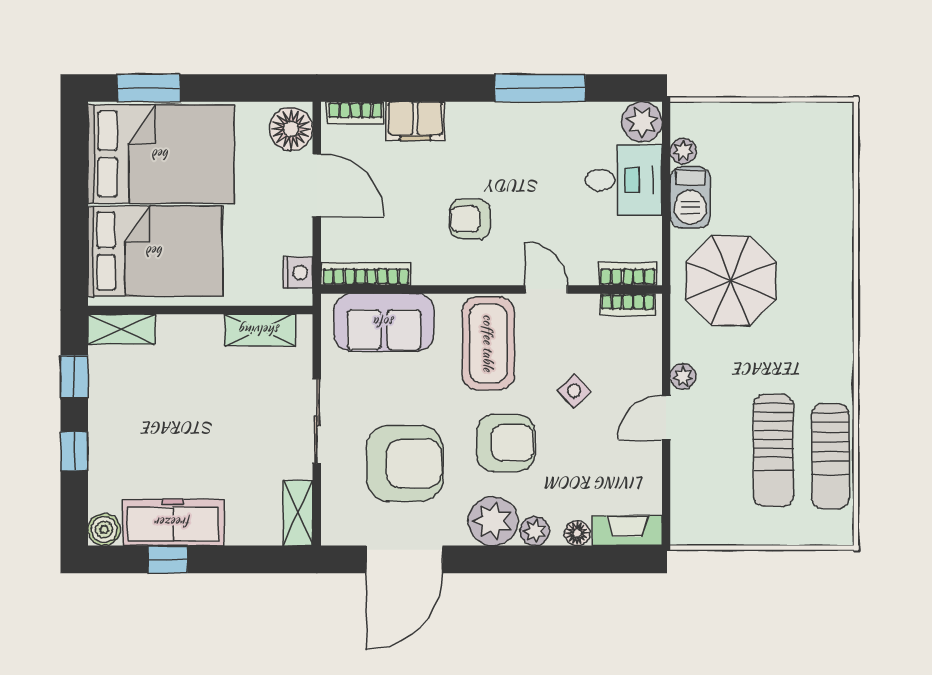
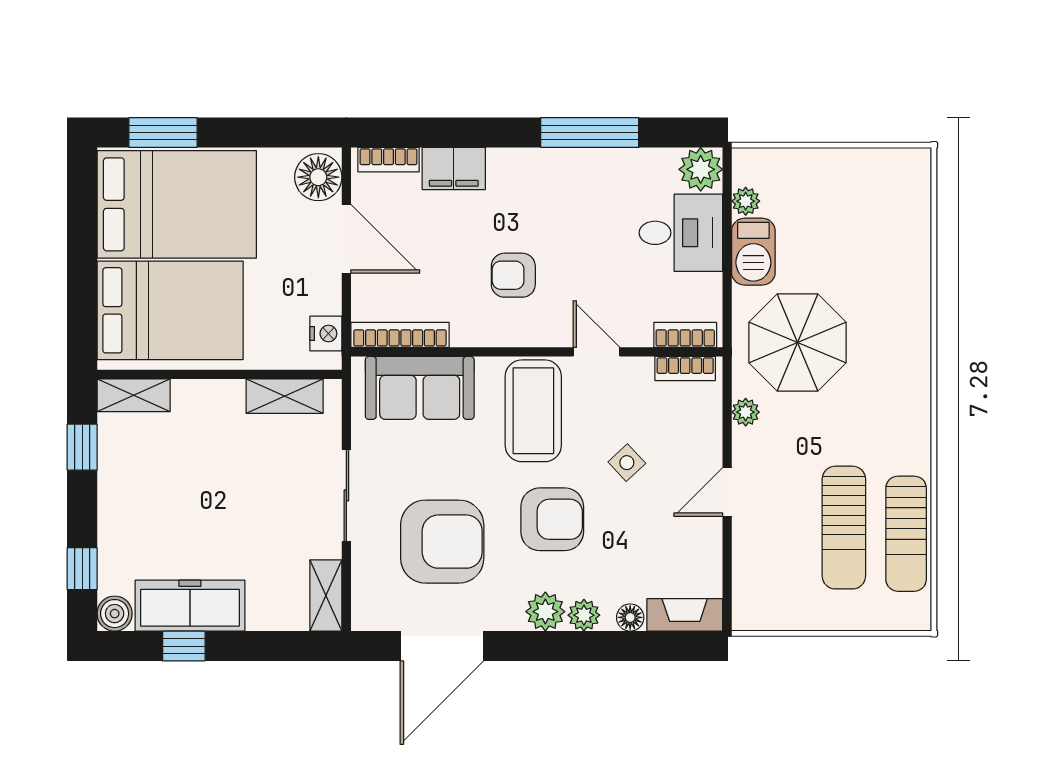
plant: (683, 377) -> (746, 412), moved
window: (74, 451) -> (82, 569), moved
plant: (493, 521) -> (545, 612), width x0.73, depth x0.73

